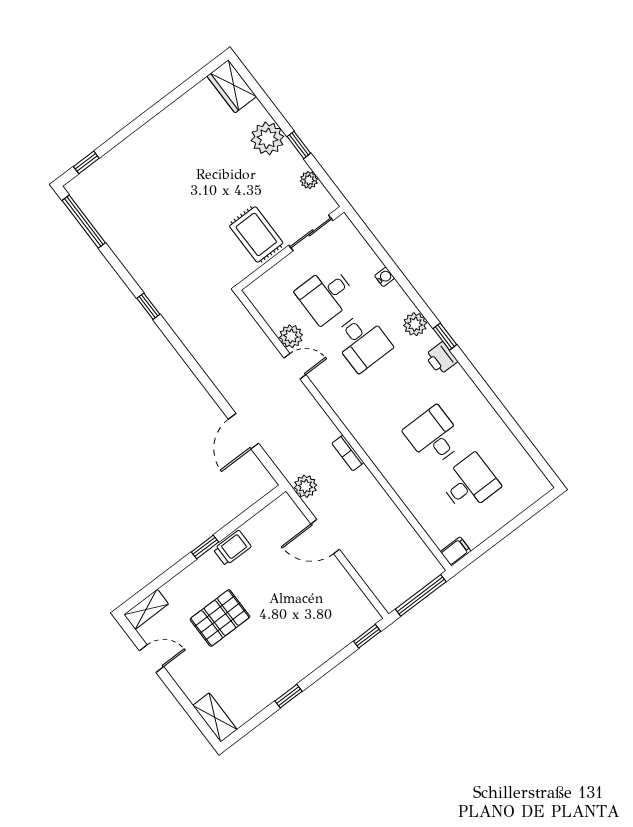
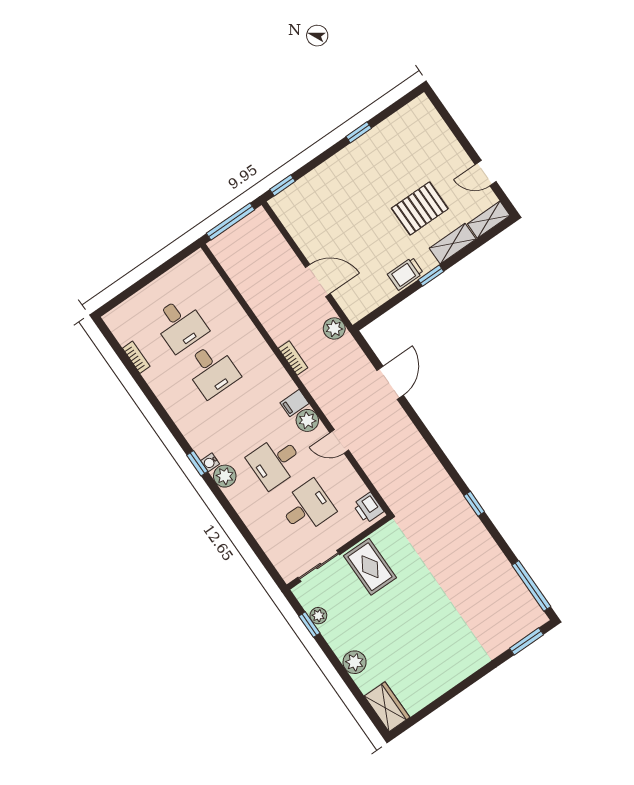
plant: (267, 138) -> (355, 662), width x0.73, depth x0.73
window: (299, 145) -> (309, 625), moved
window: (86, 162) -> (527, 641), width x1.50
water cooler: (385, 277) -> (210, 462), moved
plant: (291, 336) -> (307, 420), moved
desk: (362, 342) -> (275, 462), turned -90
printer: (441, 358) -> (368, 508), moved, turned 180
bookcase: (515, 446) -> (136, 357), added
desk: (470, 483) -> (180, 325), turned -90
filing cabinet: (456, 551) -> (294, 403), moved
shelving: (215, 717) -> (453, 244), moved, turned 90

